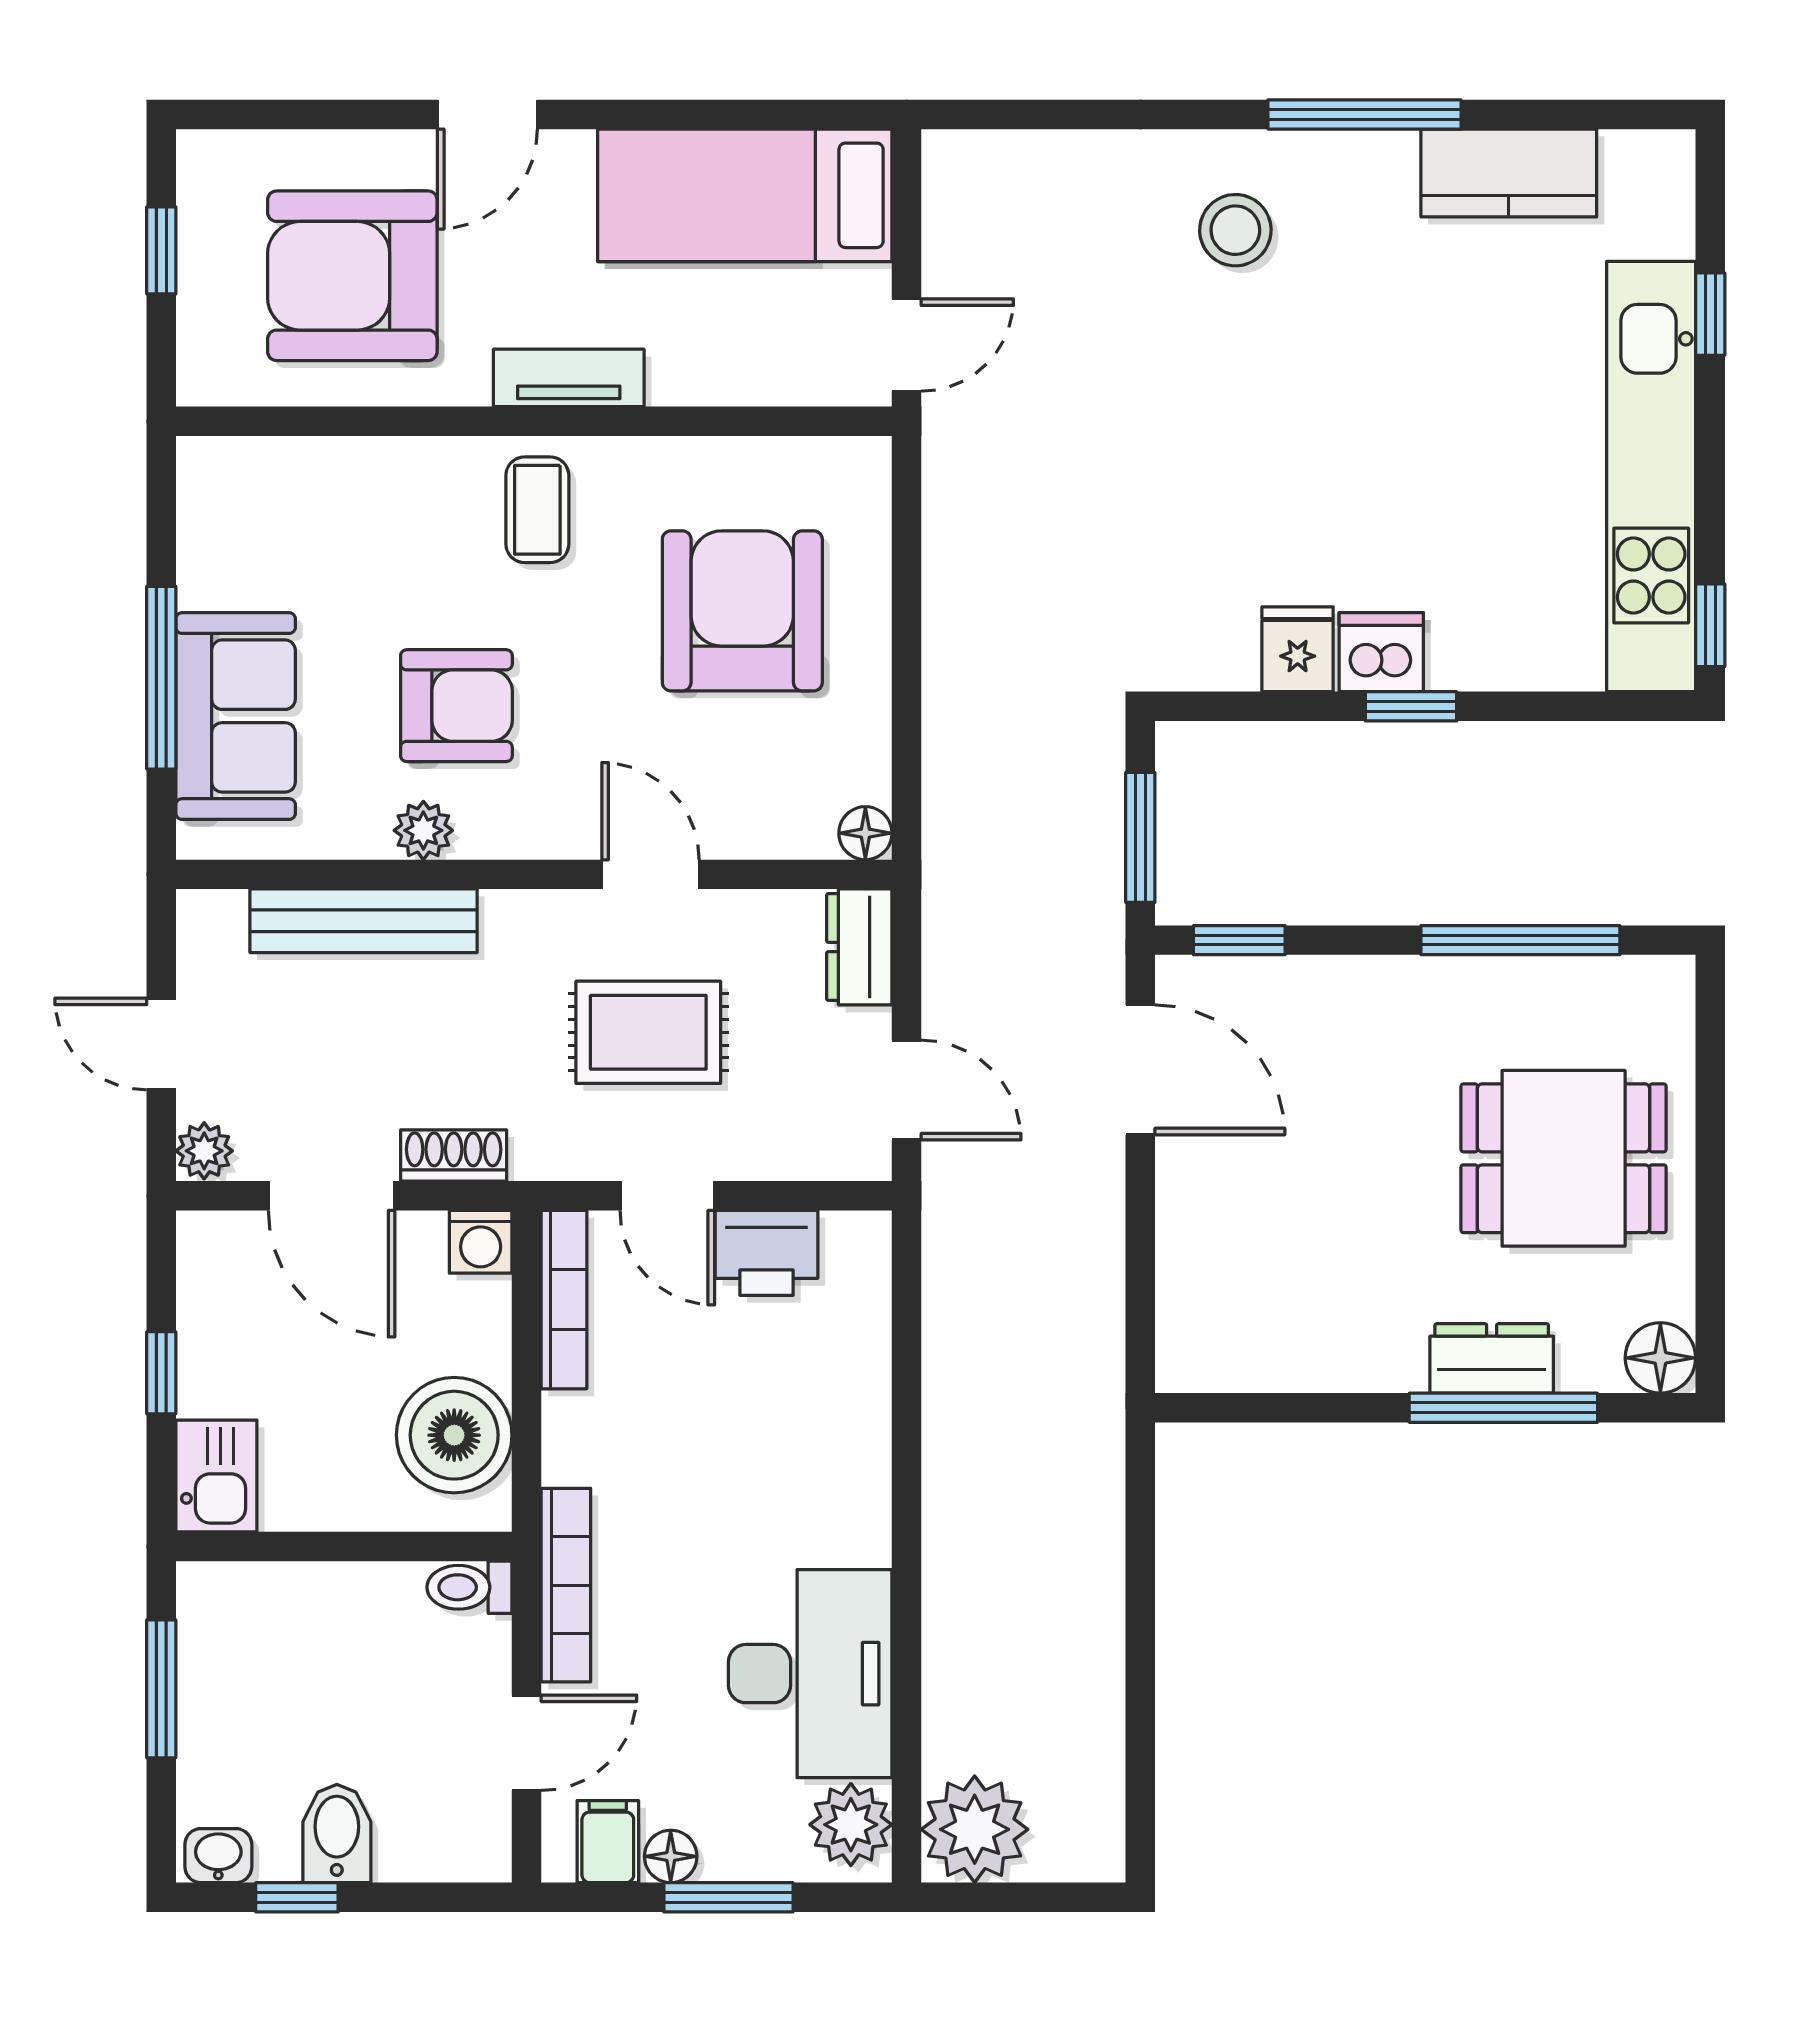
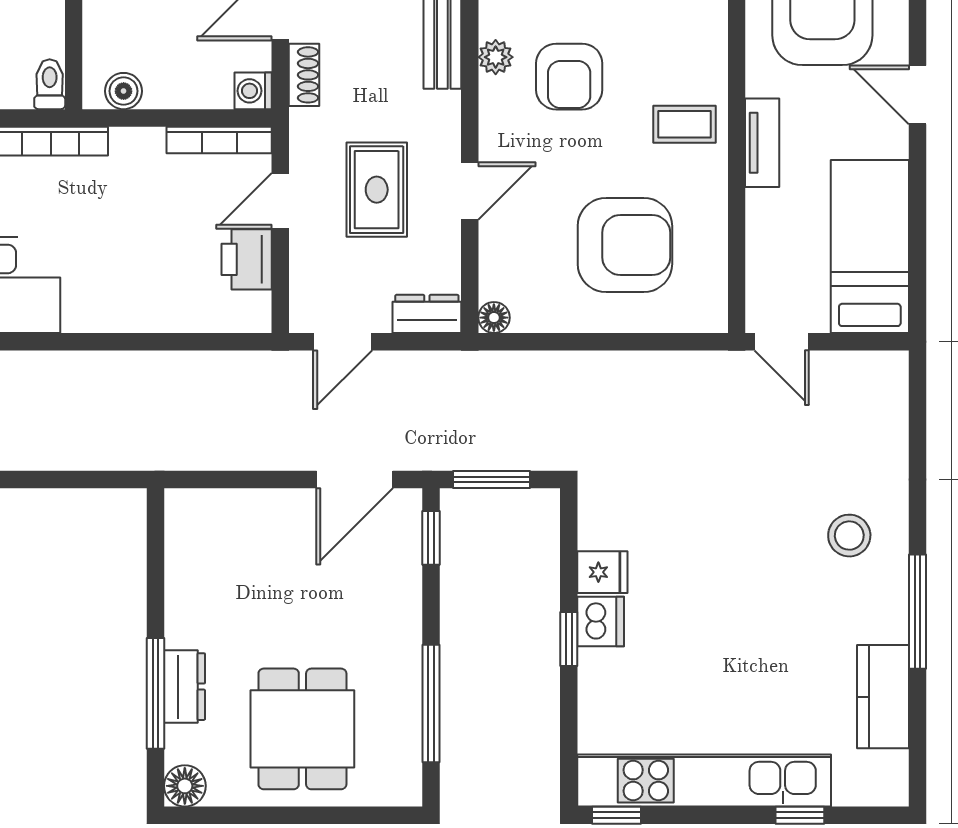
boiler: (454, 1435) -> (124, 91), width x0.54, depth x0.54

